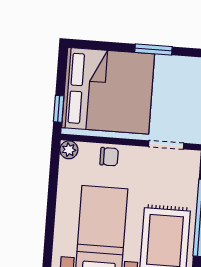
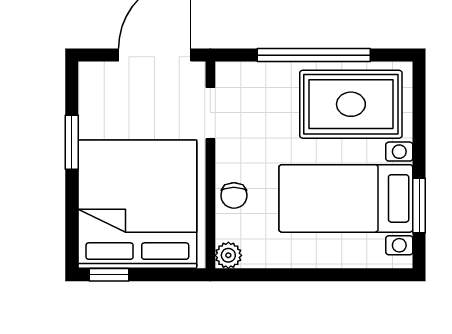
window: (59, 109) -> (109, 275), moved
chair: (109, 157) -> (234, 196), turned 180

